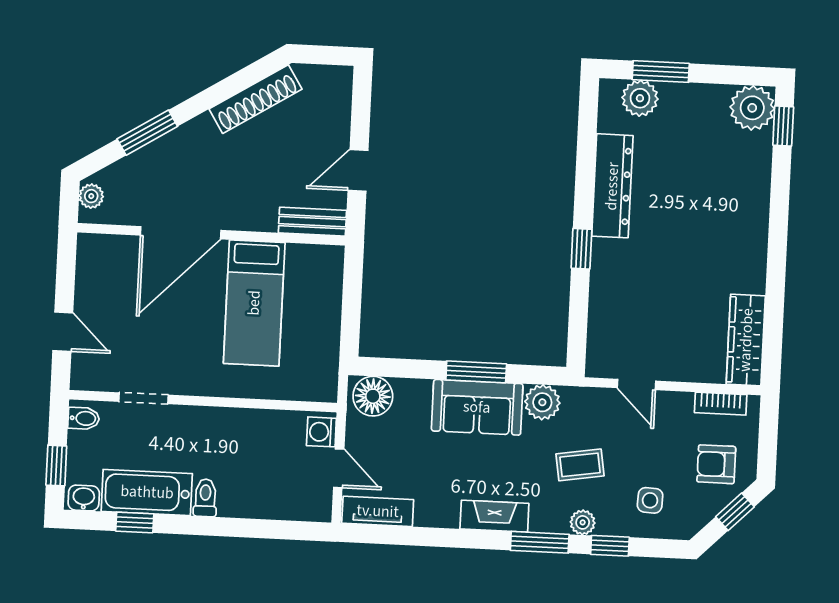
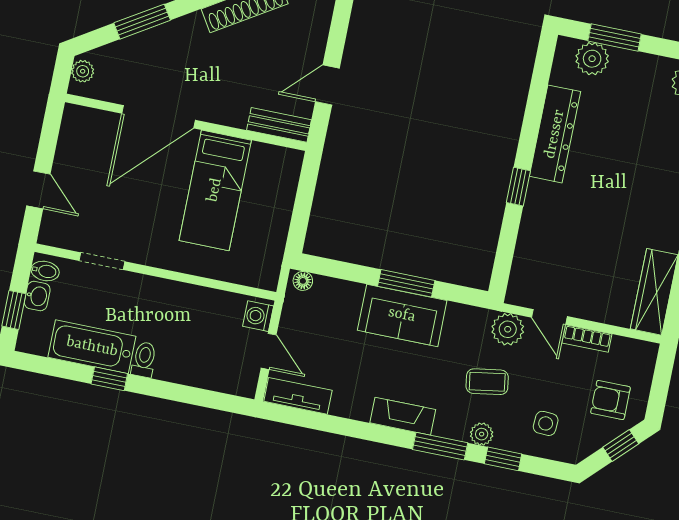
floor lamp: (373, 396) -> (303, 281), width x0.53, depth x0.53
plant: (542, 402) -> (508, 329), moved
bookcase: (721, 404) -> (587, 339), moved
washbasin: (84, 498) -> (37, 296), moved, turned 90
window: (135, 522) -> (109, 379), moved

